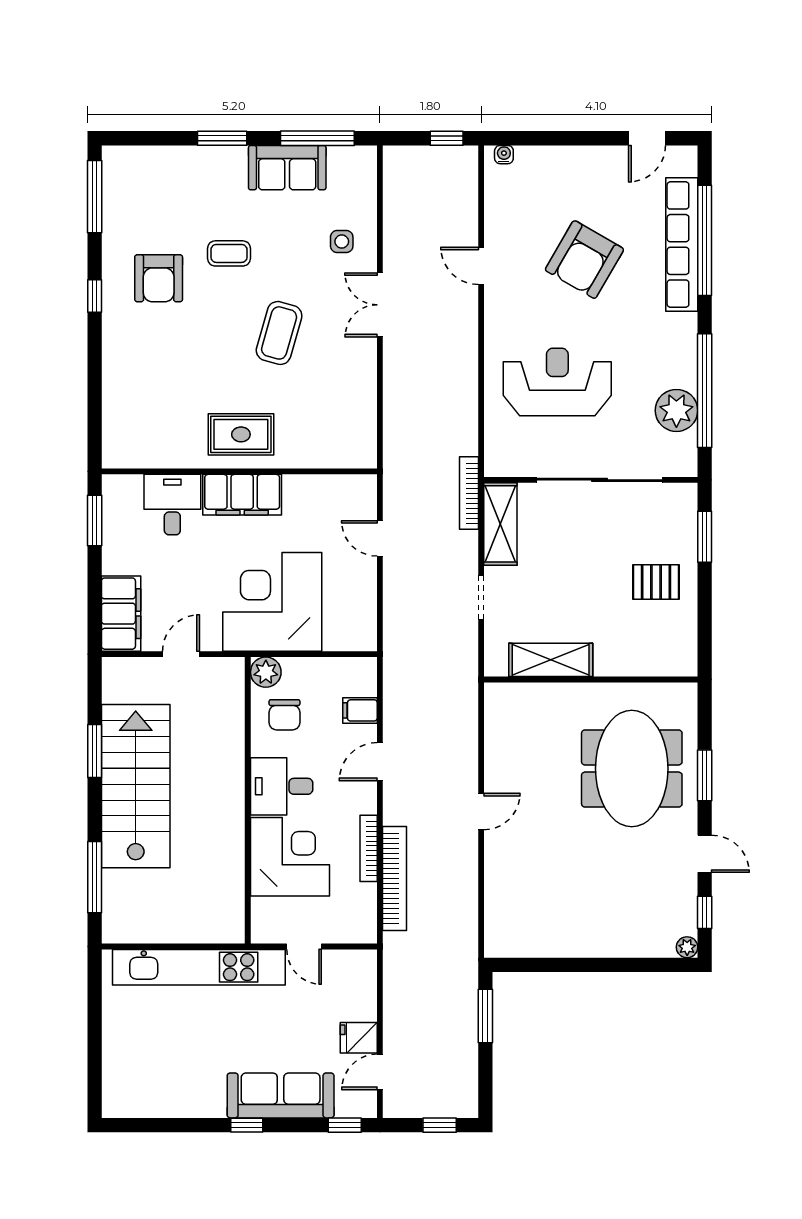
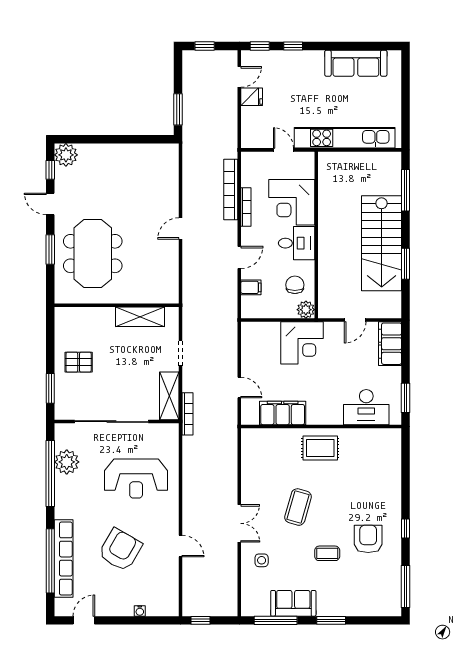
water cooler: (504, 155) -> (140, 611), moved
filing cabinet: (242, 495) -> (283, 413), moved
desk: (172, 505) -> (366, 407), width x1.37
corner desk: (272, 602) -> (302, 343), width x0.74, depth x0.74
plant: (687, 947) -> (66, 155), width x1.88, depth x1.88
sofa: (281, 1095) -> (356, 63), moved
window: (247, 1125) -> (293, 46), moved

